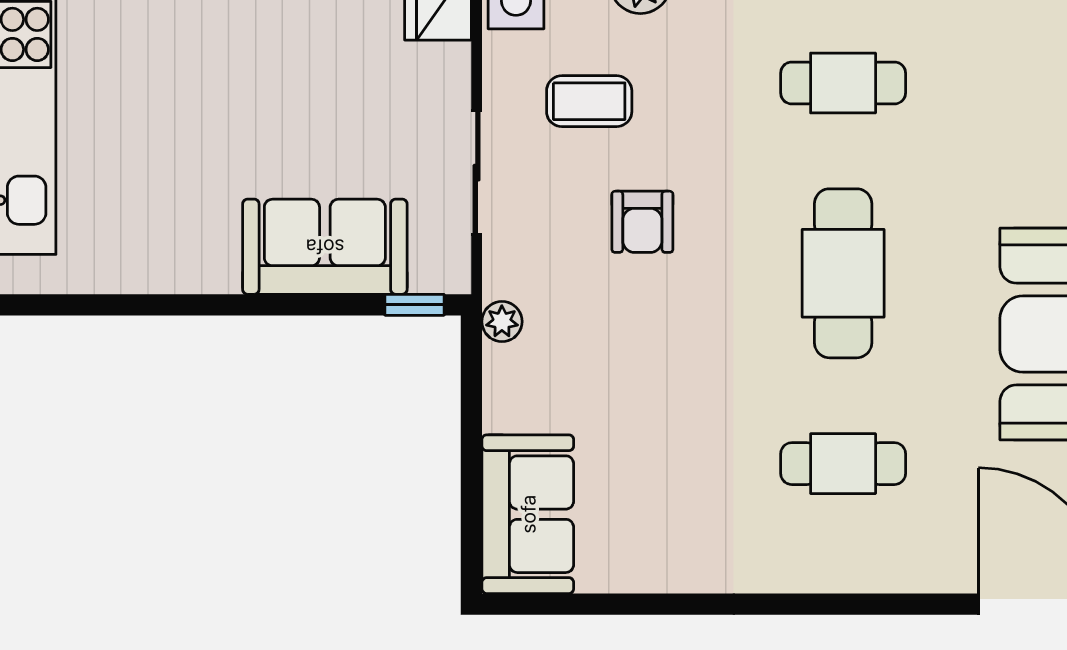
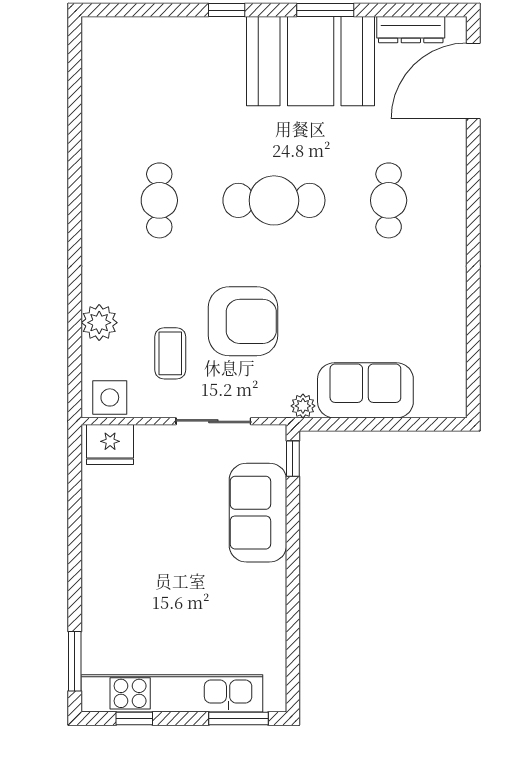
armchair: (642, 222) -> (243, 321), width x1.88, depth x1.88
sofa: (528, 514) -> (365, 390), moved

